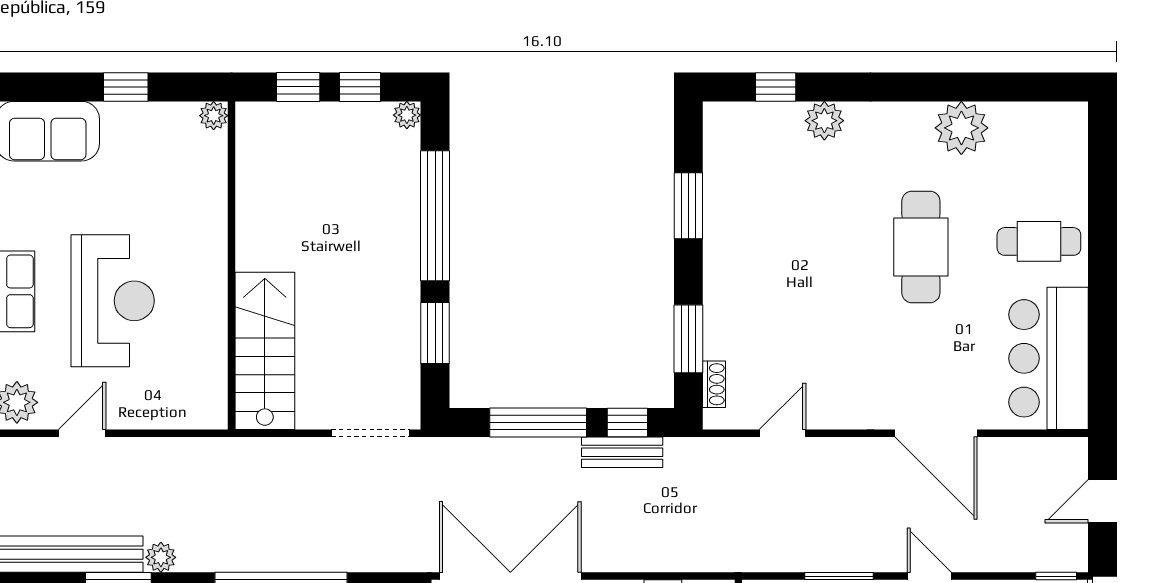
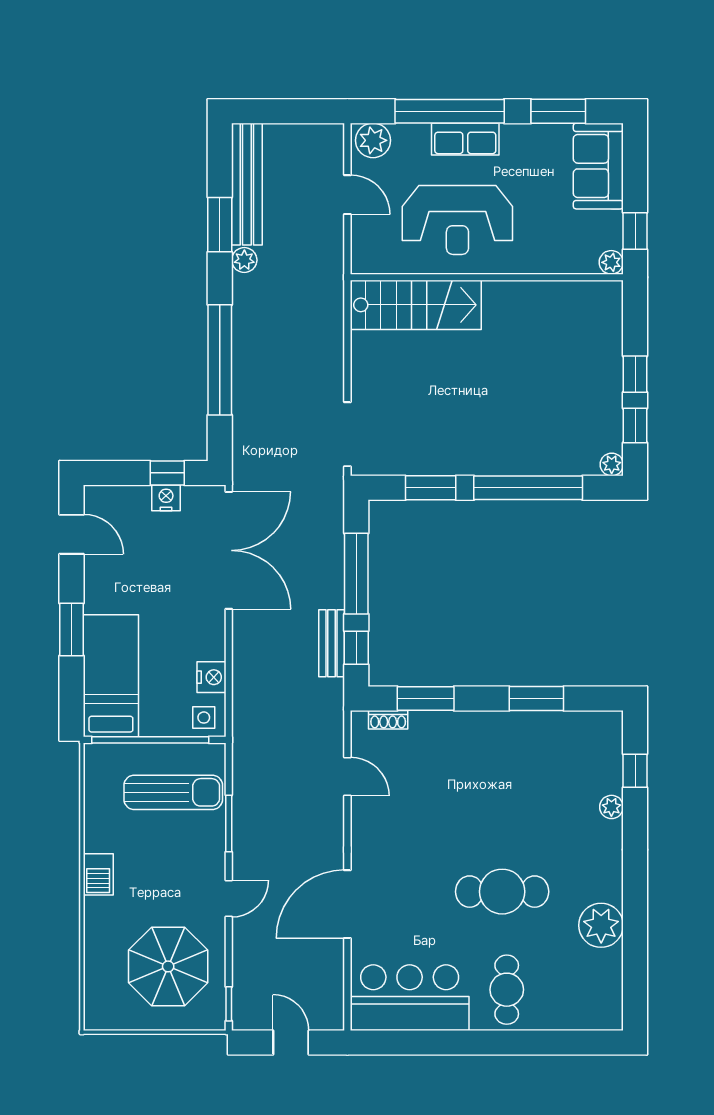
plant: (214, 116) -> (611, 262), moved
plant: (824, 121) -> (611, 807), width x0.73, depth x0.73
wall: (232, 265) -> (487, 277), moved
stairs: (265, 351) -> (416, 305), moved

